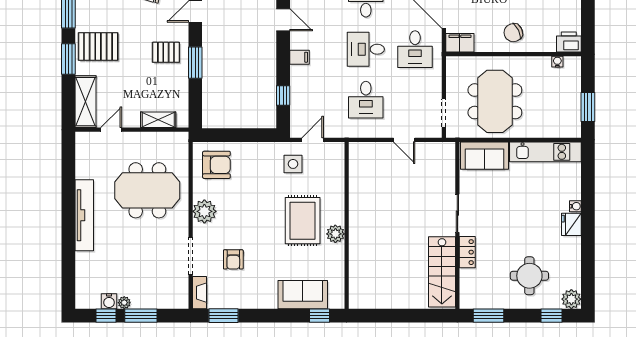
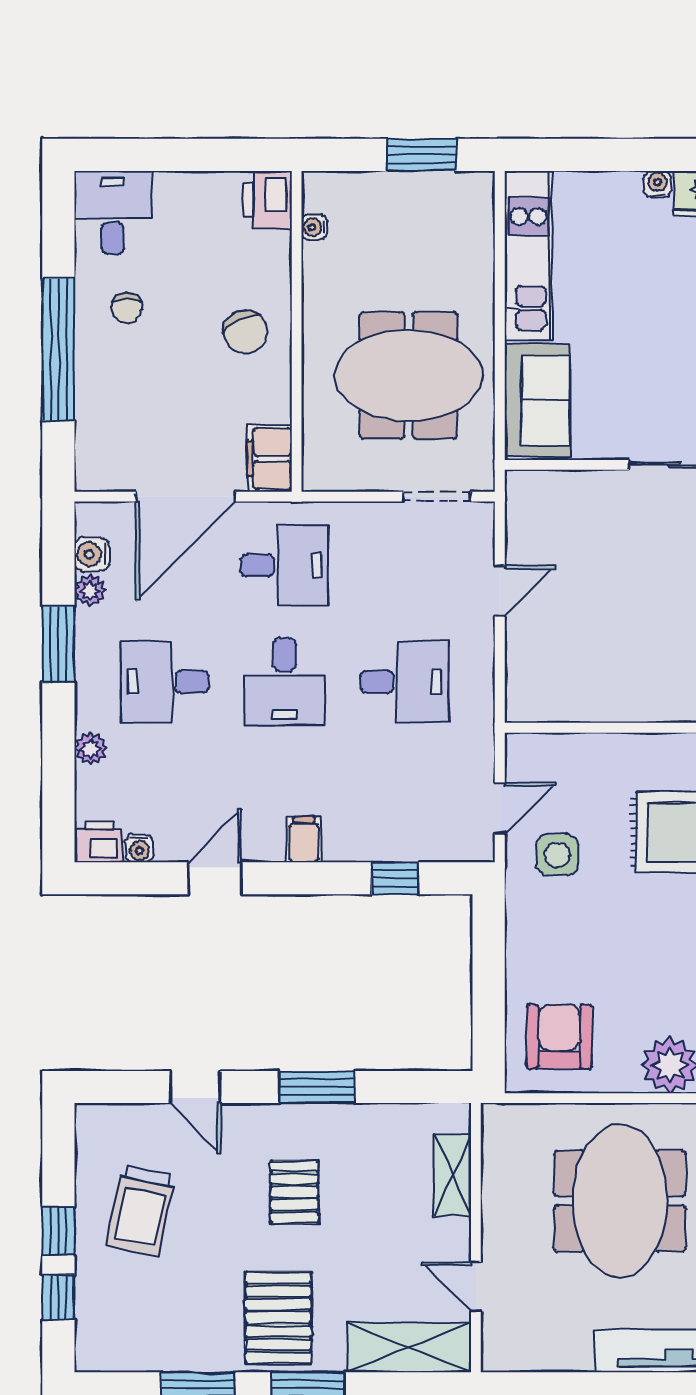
pallet: (166, 52) -> (294, 1192), moved
door: (313, 140) -> (500, 808), swing flipped

